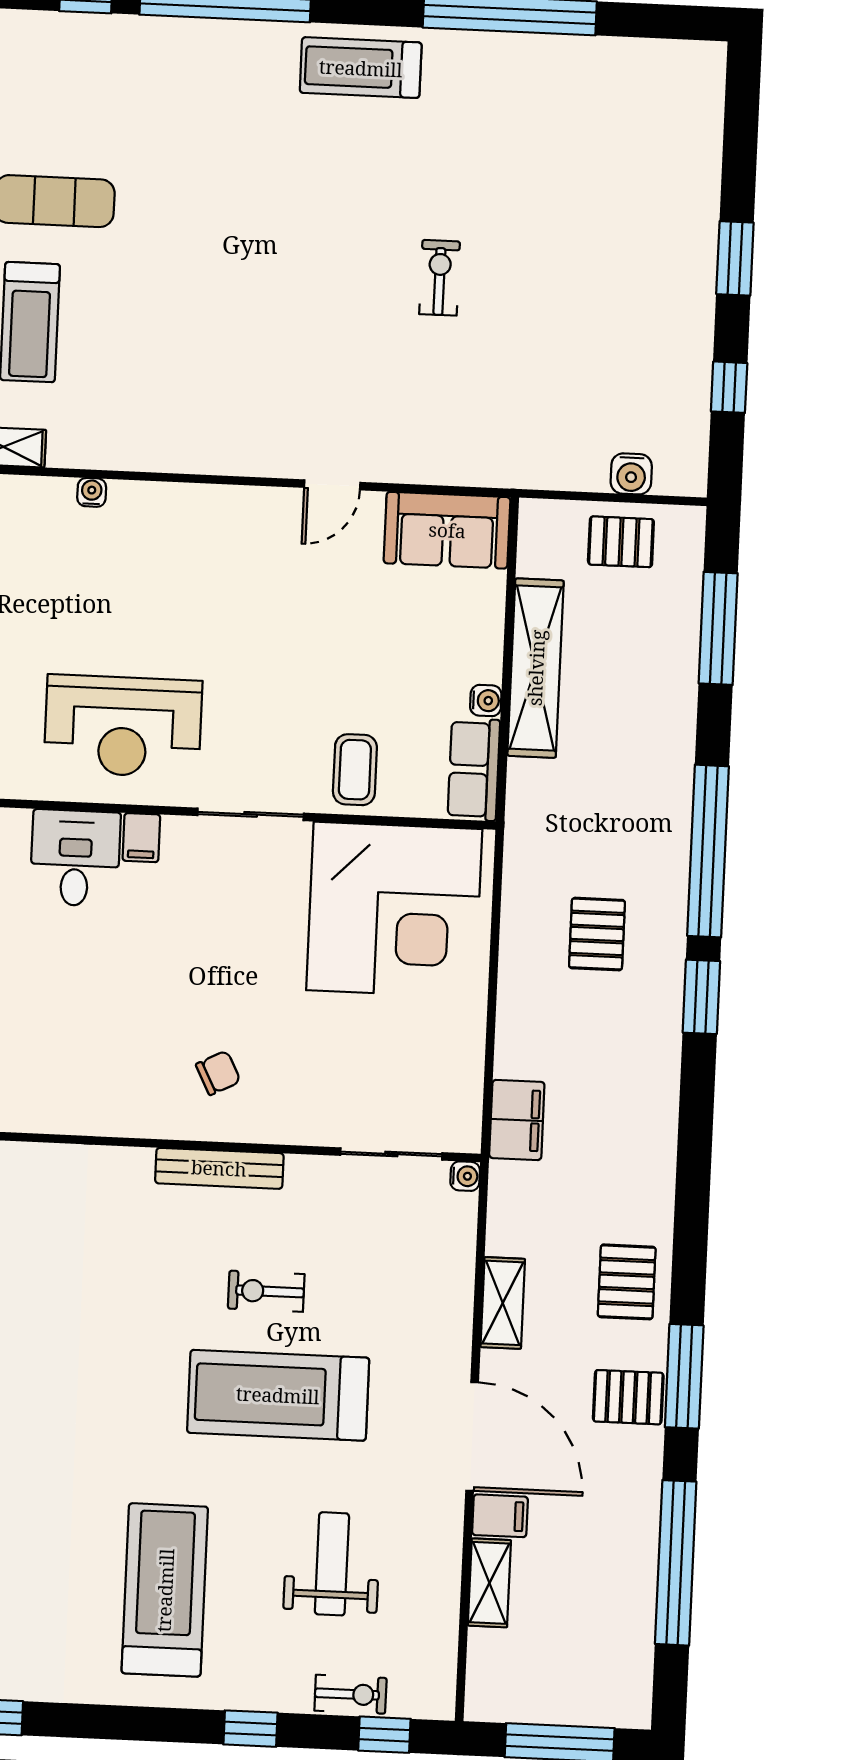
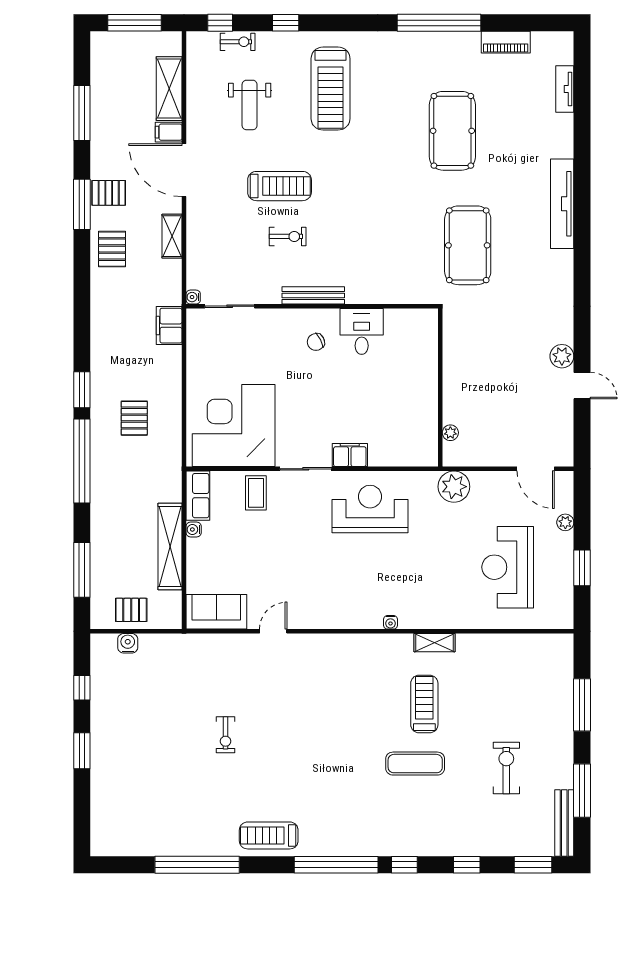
treadmill: (361, 68) -> (269, 835), turned 180
filing cabinet: (141, 838) -> (350, 455), width x2.00
desk: (75, 858) -> (362, 331), moved, turned 180
treadmill: (278, 1395) -> (280, 186), width x0.73, depth x0.73
window: (676, 1563) -> (82, 113), width x0.68
shelving: (489, 1583) -> (169, 89), width x1.50, depth x1.33
exercise bike: (351, 1694) -> (238, 42), turned 180

